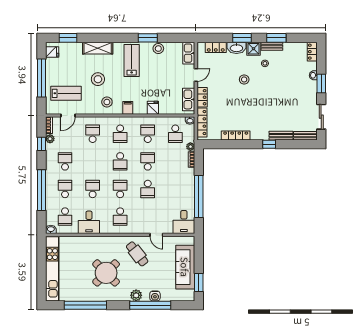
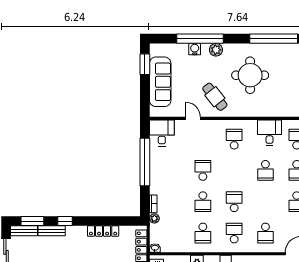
school desk: (175, 134) -> (172, 233), removed
window: (298, 144) -> (32, 221), added
school desk: (120, 189) -> (234, 170), removed
round table: (106, 273) -> (250, 75), turned 45

